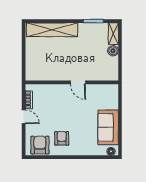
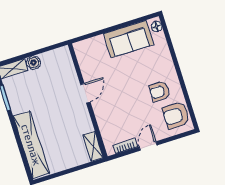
shelving: (36, 76) -> (93, 146), added

